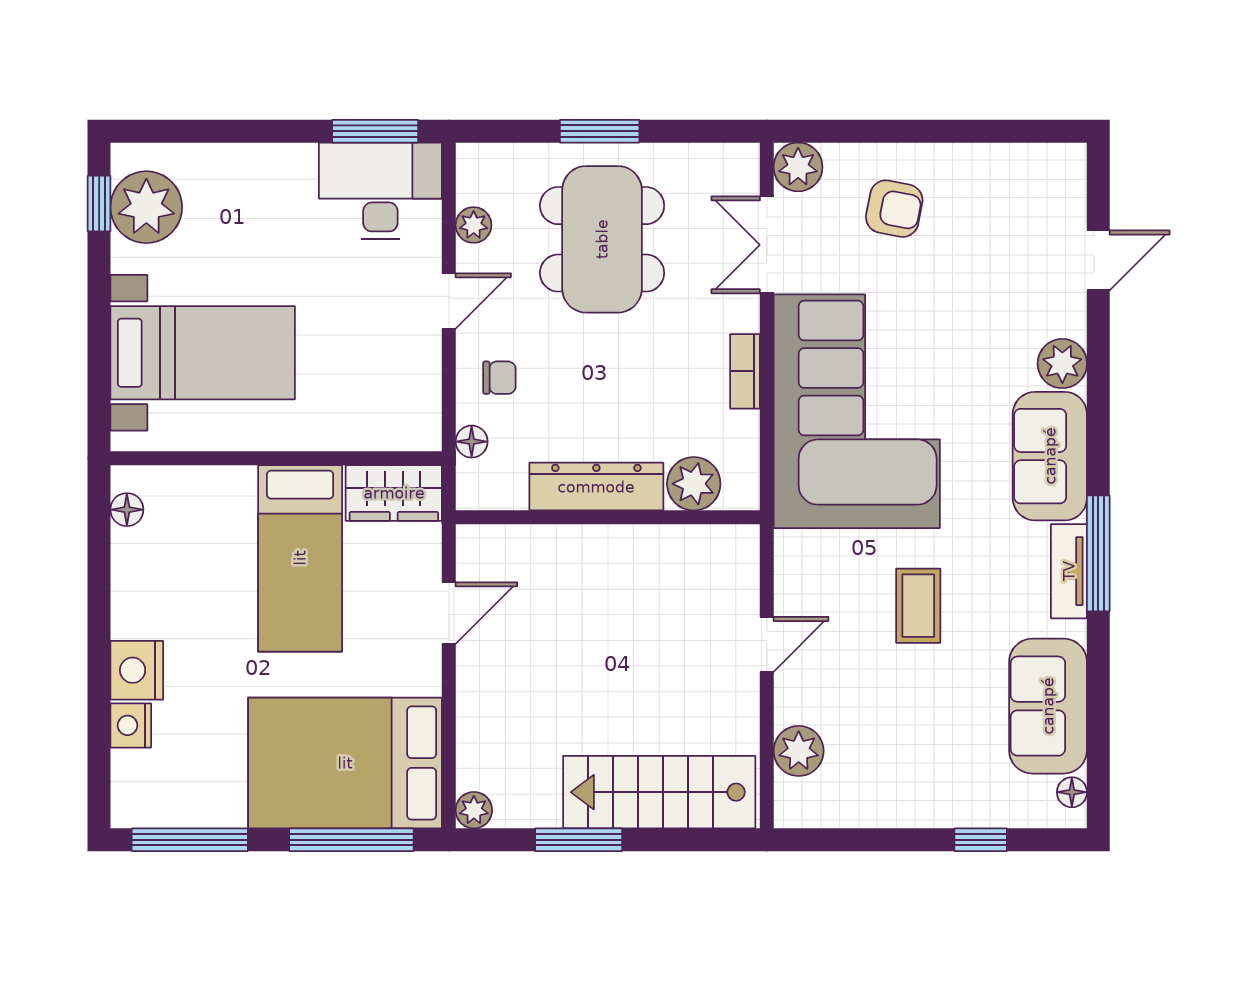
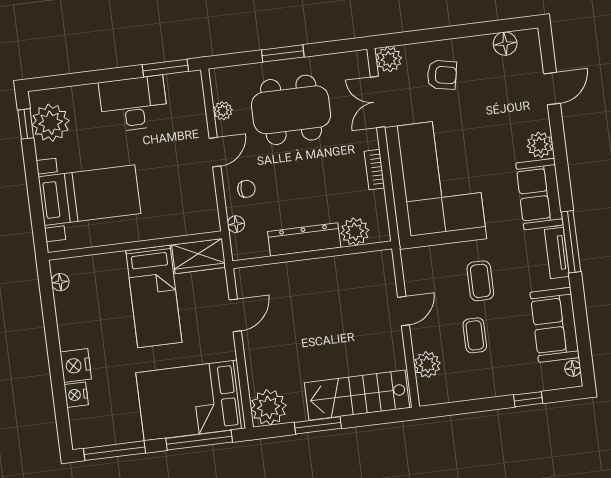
floor lamp: (1021, 165) -> (505, 44), added
desk: (380, 191) -> (133, 104), moved
dining table: (602, 239) -> (291, 110), turned 90
coffee table: (895, 707) -> (475, 335), added
plant: (474, 810) -> (269, 407), width x1.88, depth x1.88

